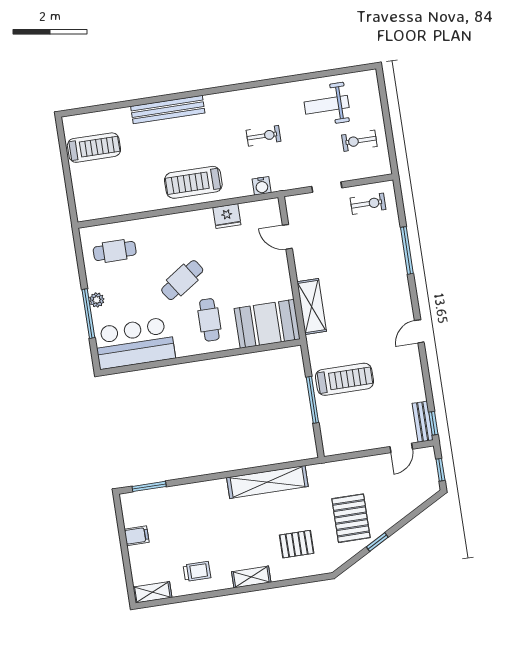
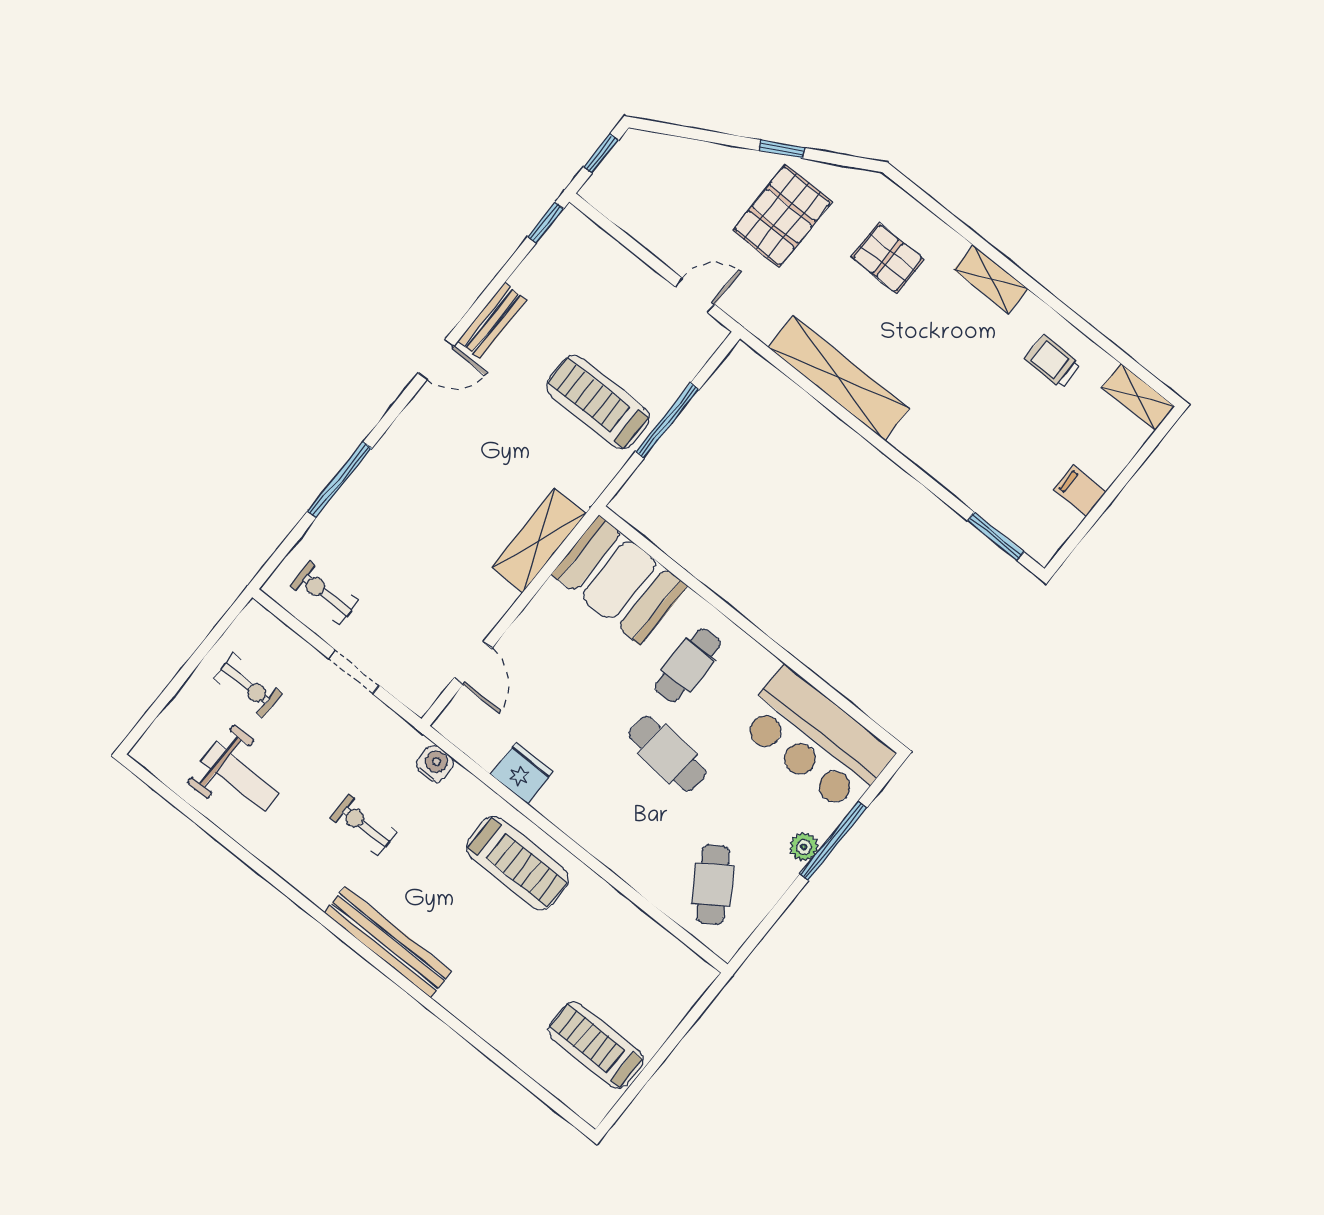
bench: (168, 110) -> (388, 942), moved
cafe table: (115, 251) -> (713, 884), turned 56
cafe table: (182, 280) -> (667, 754), turned 39
bench: (423, 422) -> (492, 321), moved
door: (401, 448) -> (695, 295), moved

